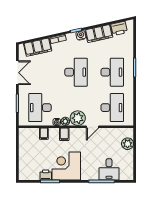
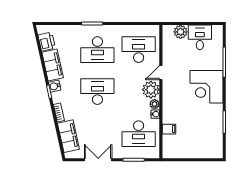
desk: (112, 72) -> (97, 50), turned 180
door: (92, 127) -> (161, 73), swing flipped
filing cabinet: (64, 134) -> (170, 105), removed
corner desk: (66, 166) -> (206, 87), moved
desk: (109, 169) -> (200, 37), moved, turned -90
printer: (46, 175) -> (217, 127), removed

